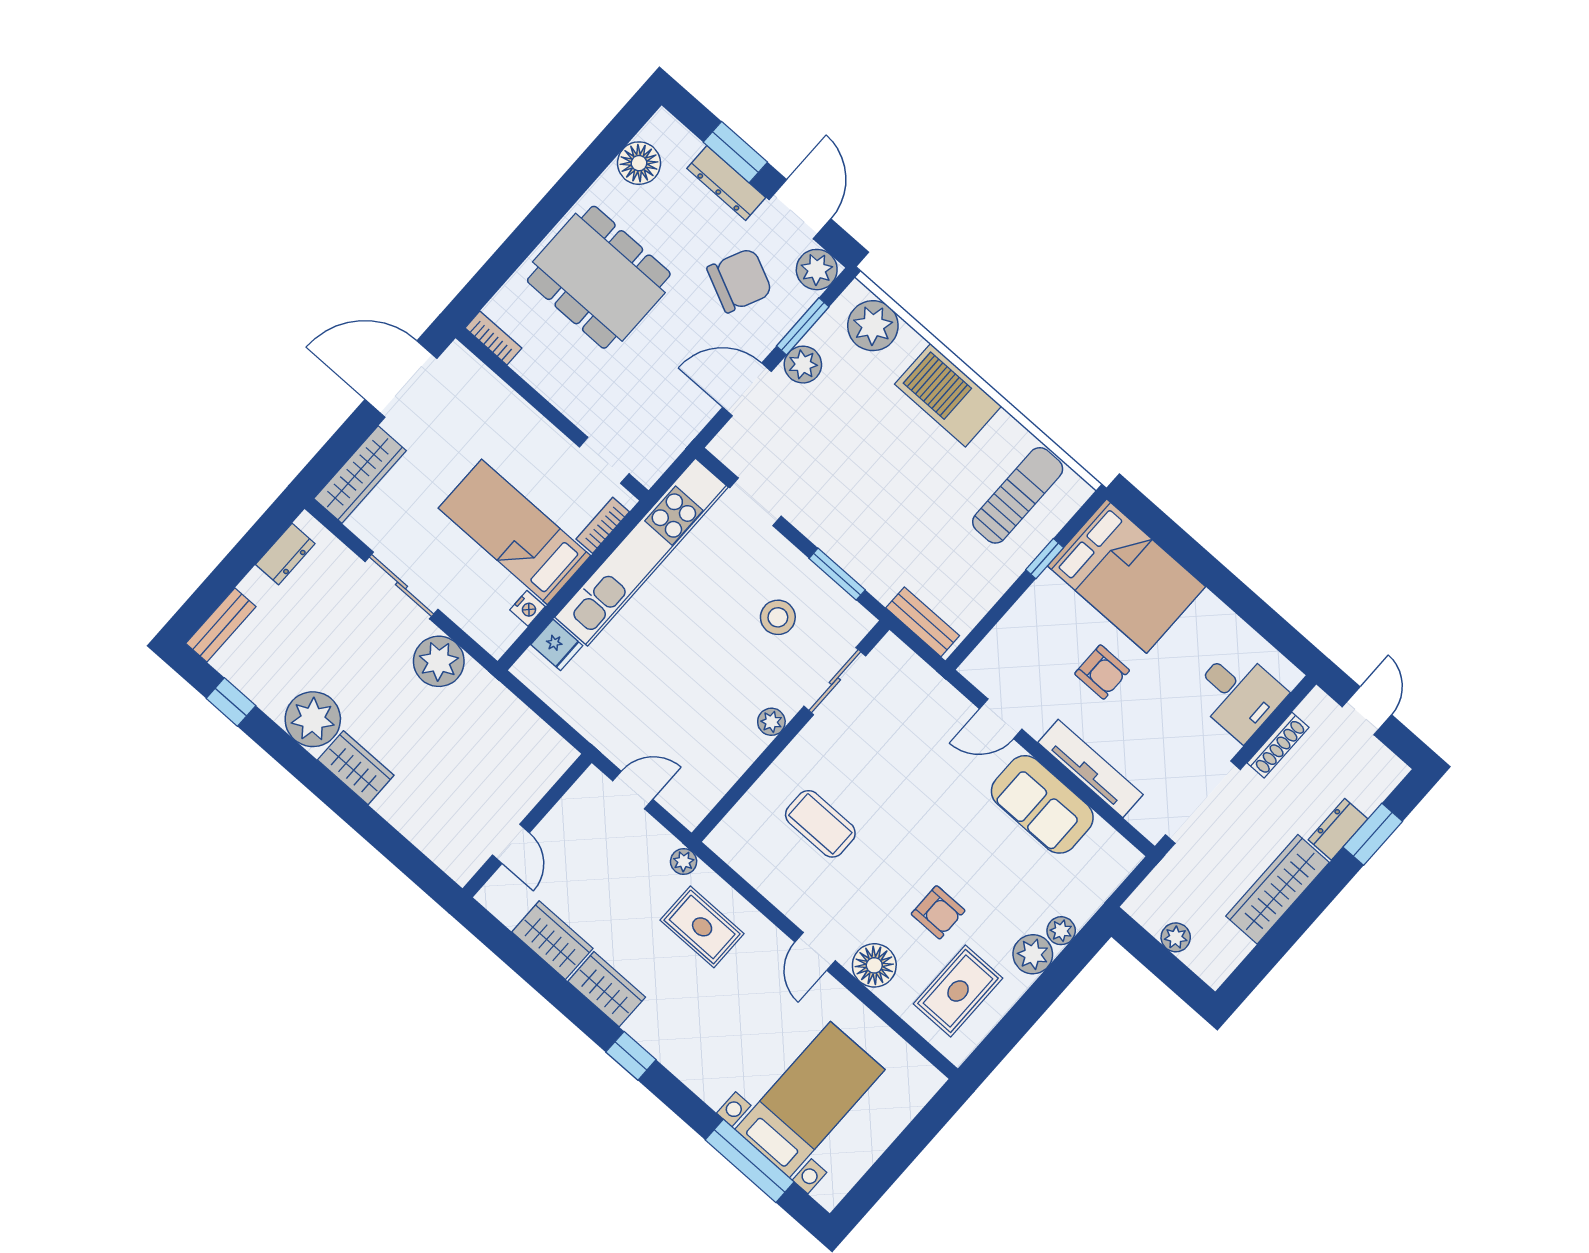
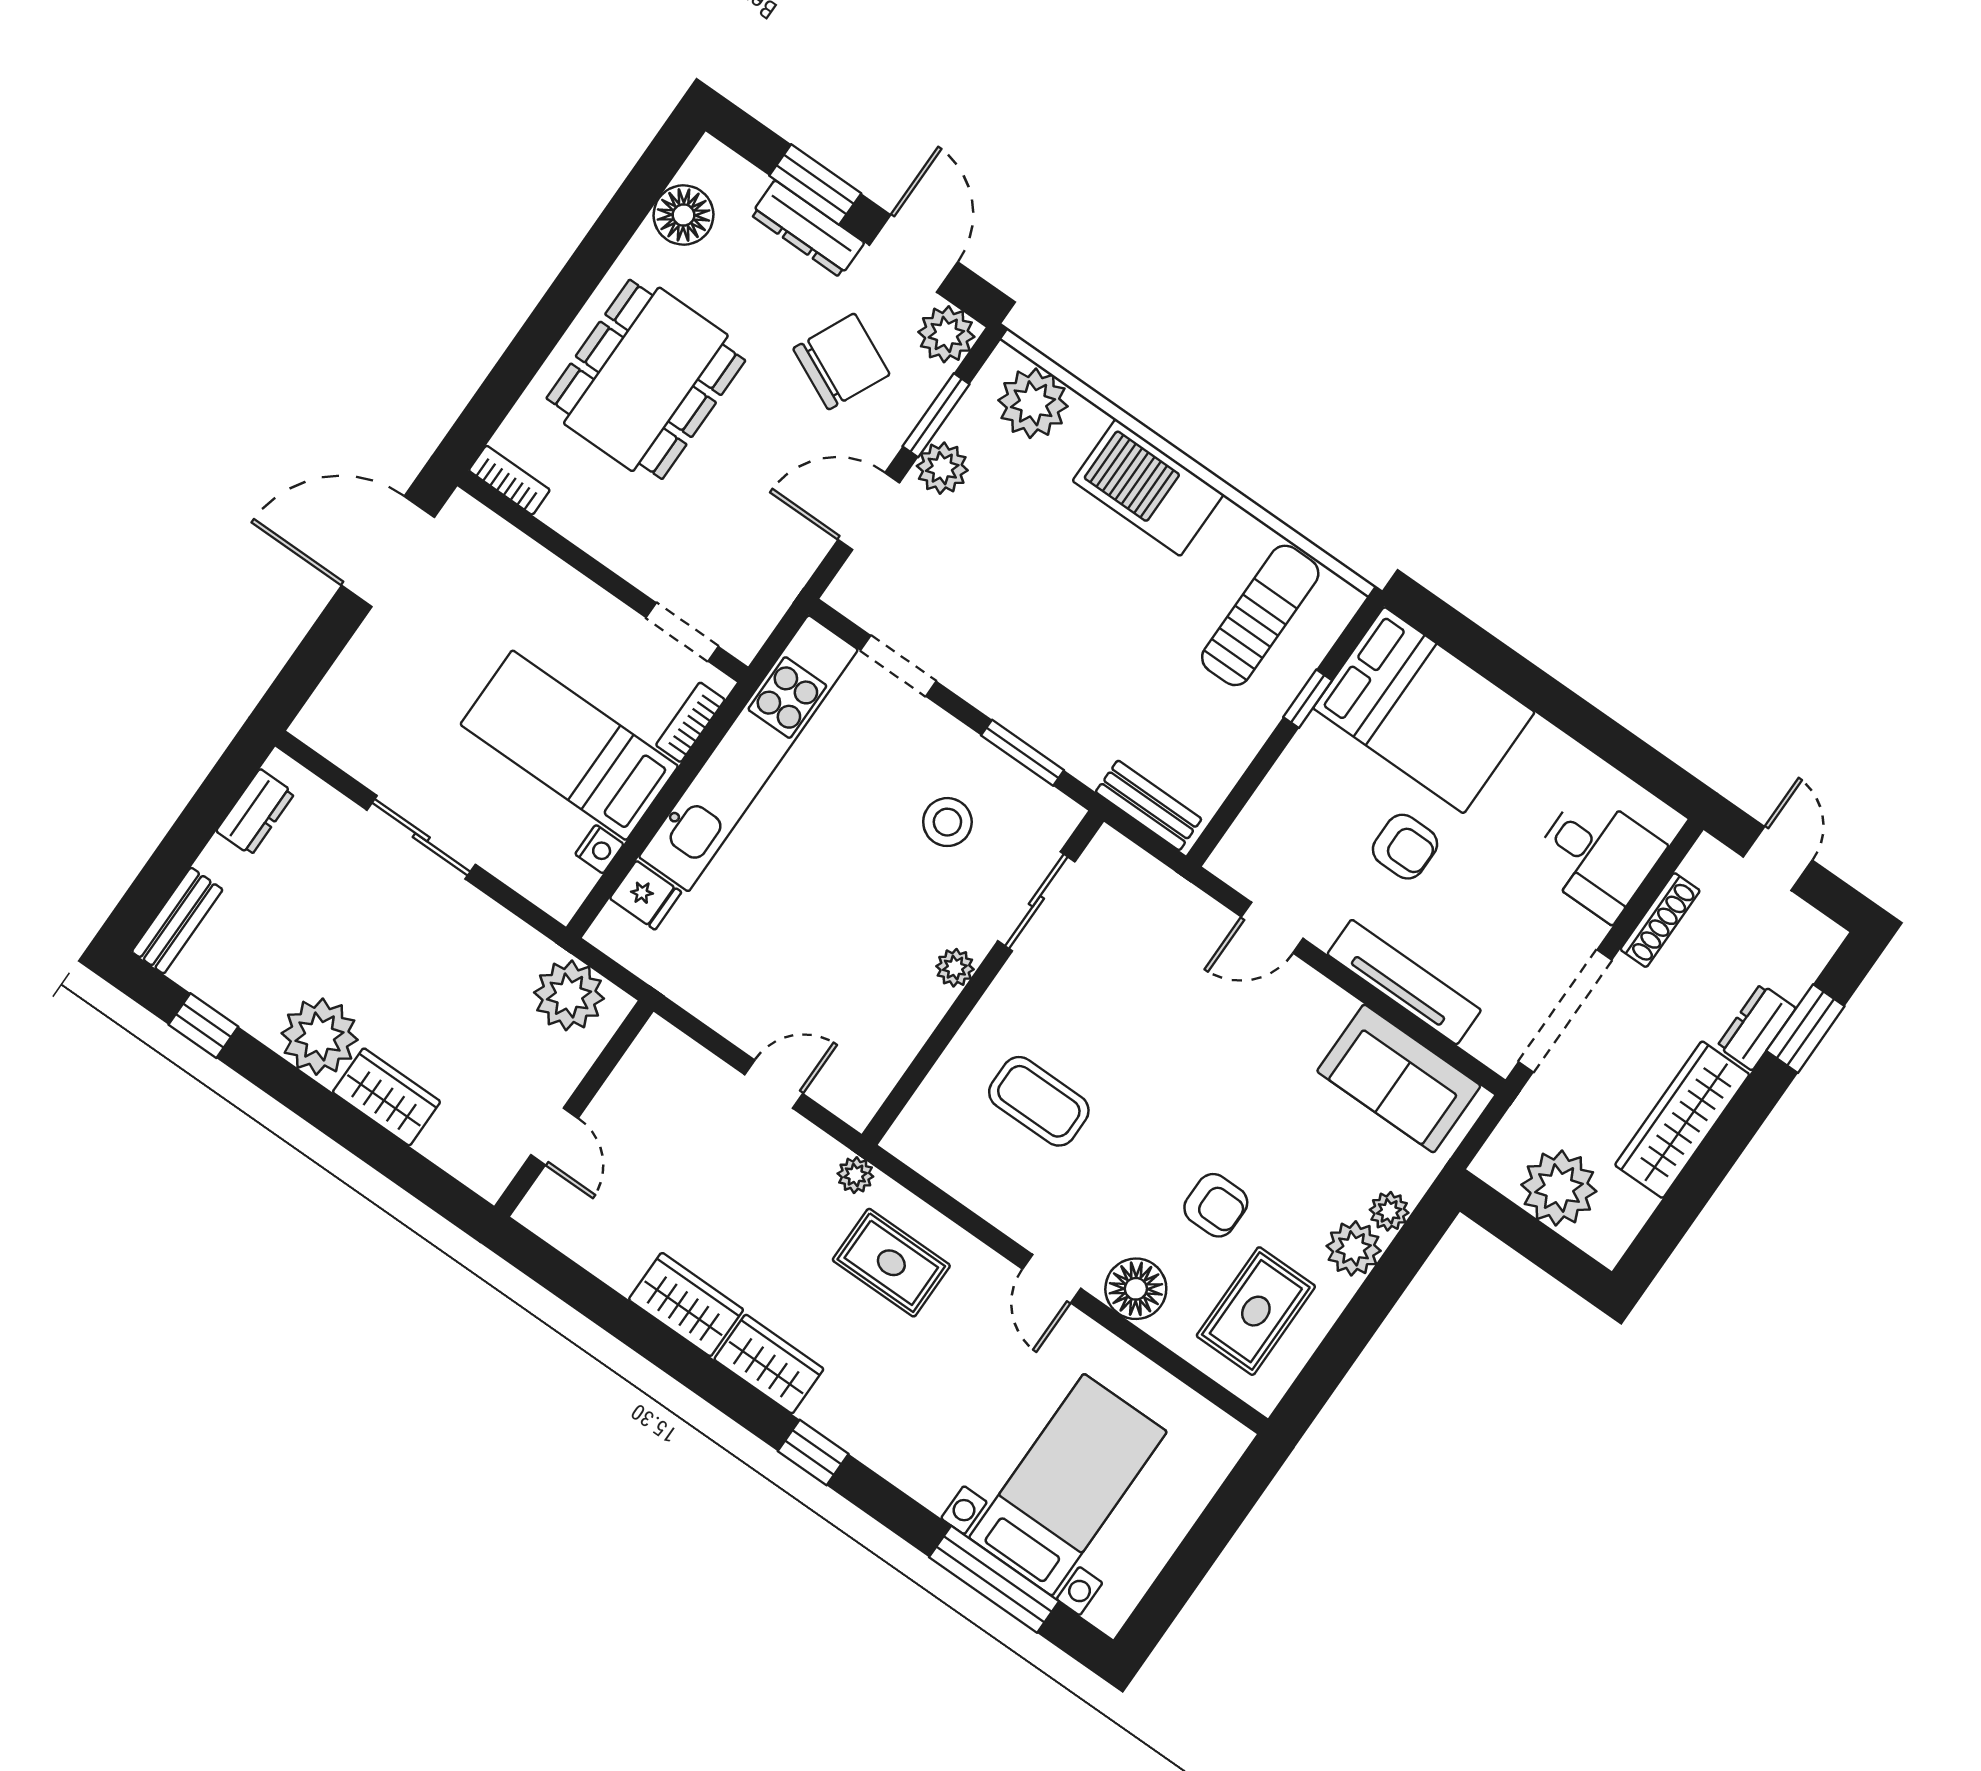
dining table: (599, 277) -> (646, 379), turned 90
wardrobe: (360, 475) -> (346, 690), removed
plant: (439, 661) -> (569, 995), moved
sofa: (1042, 804) -> (1399, 1078), moved
wall: (527, 826) -> (574, 1109), moved
door: (511, 844) -> (554, 1137), moved
plant: (1176, 937) -> (1559, 1188), width x1.87, depth x1.87

